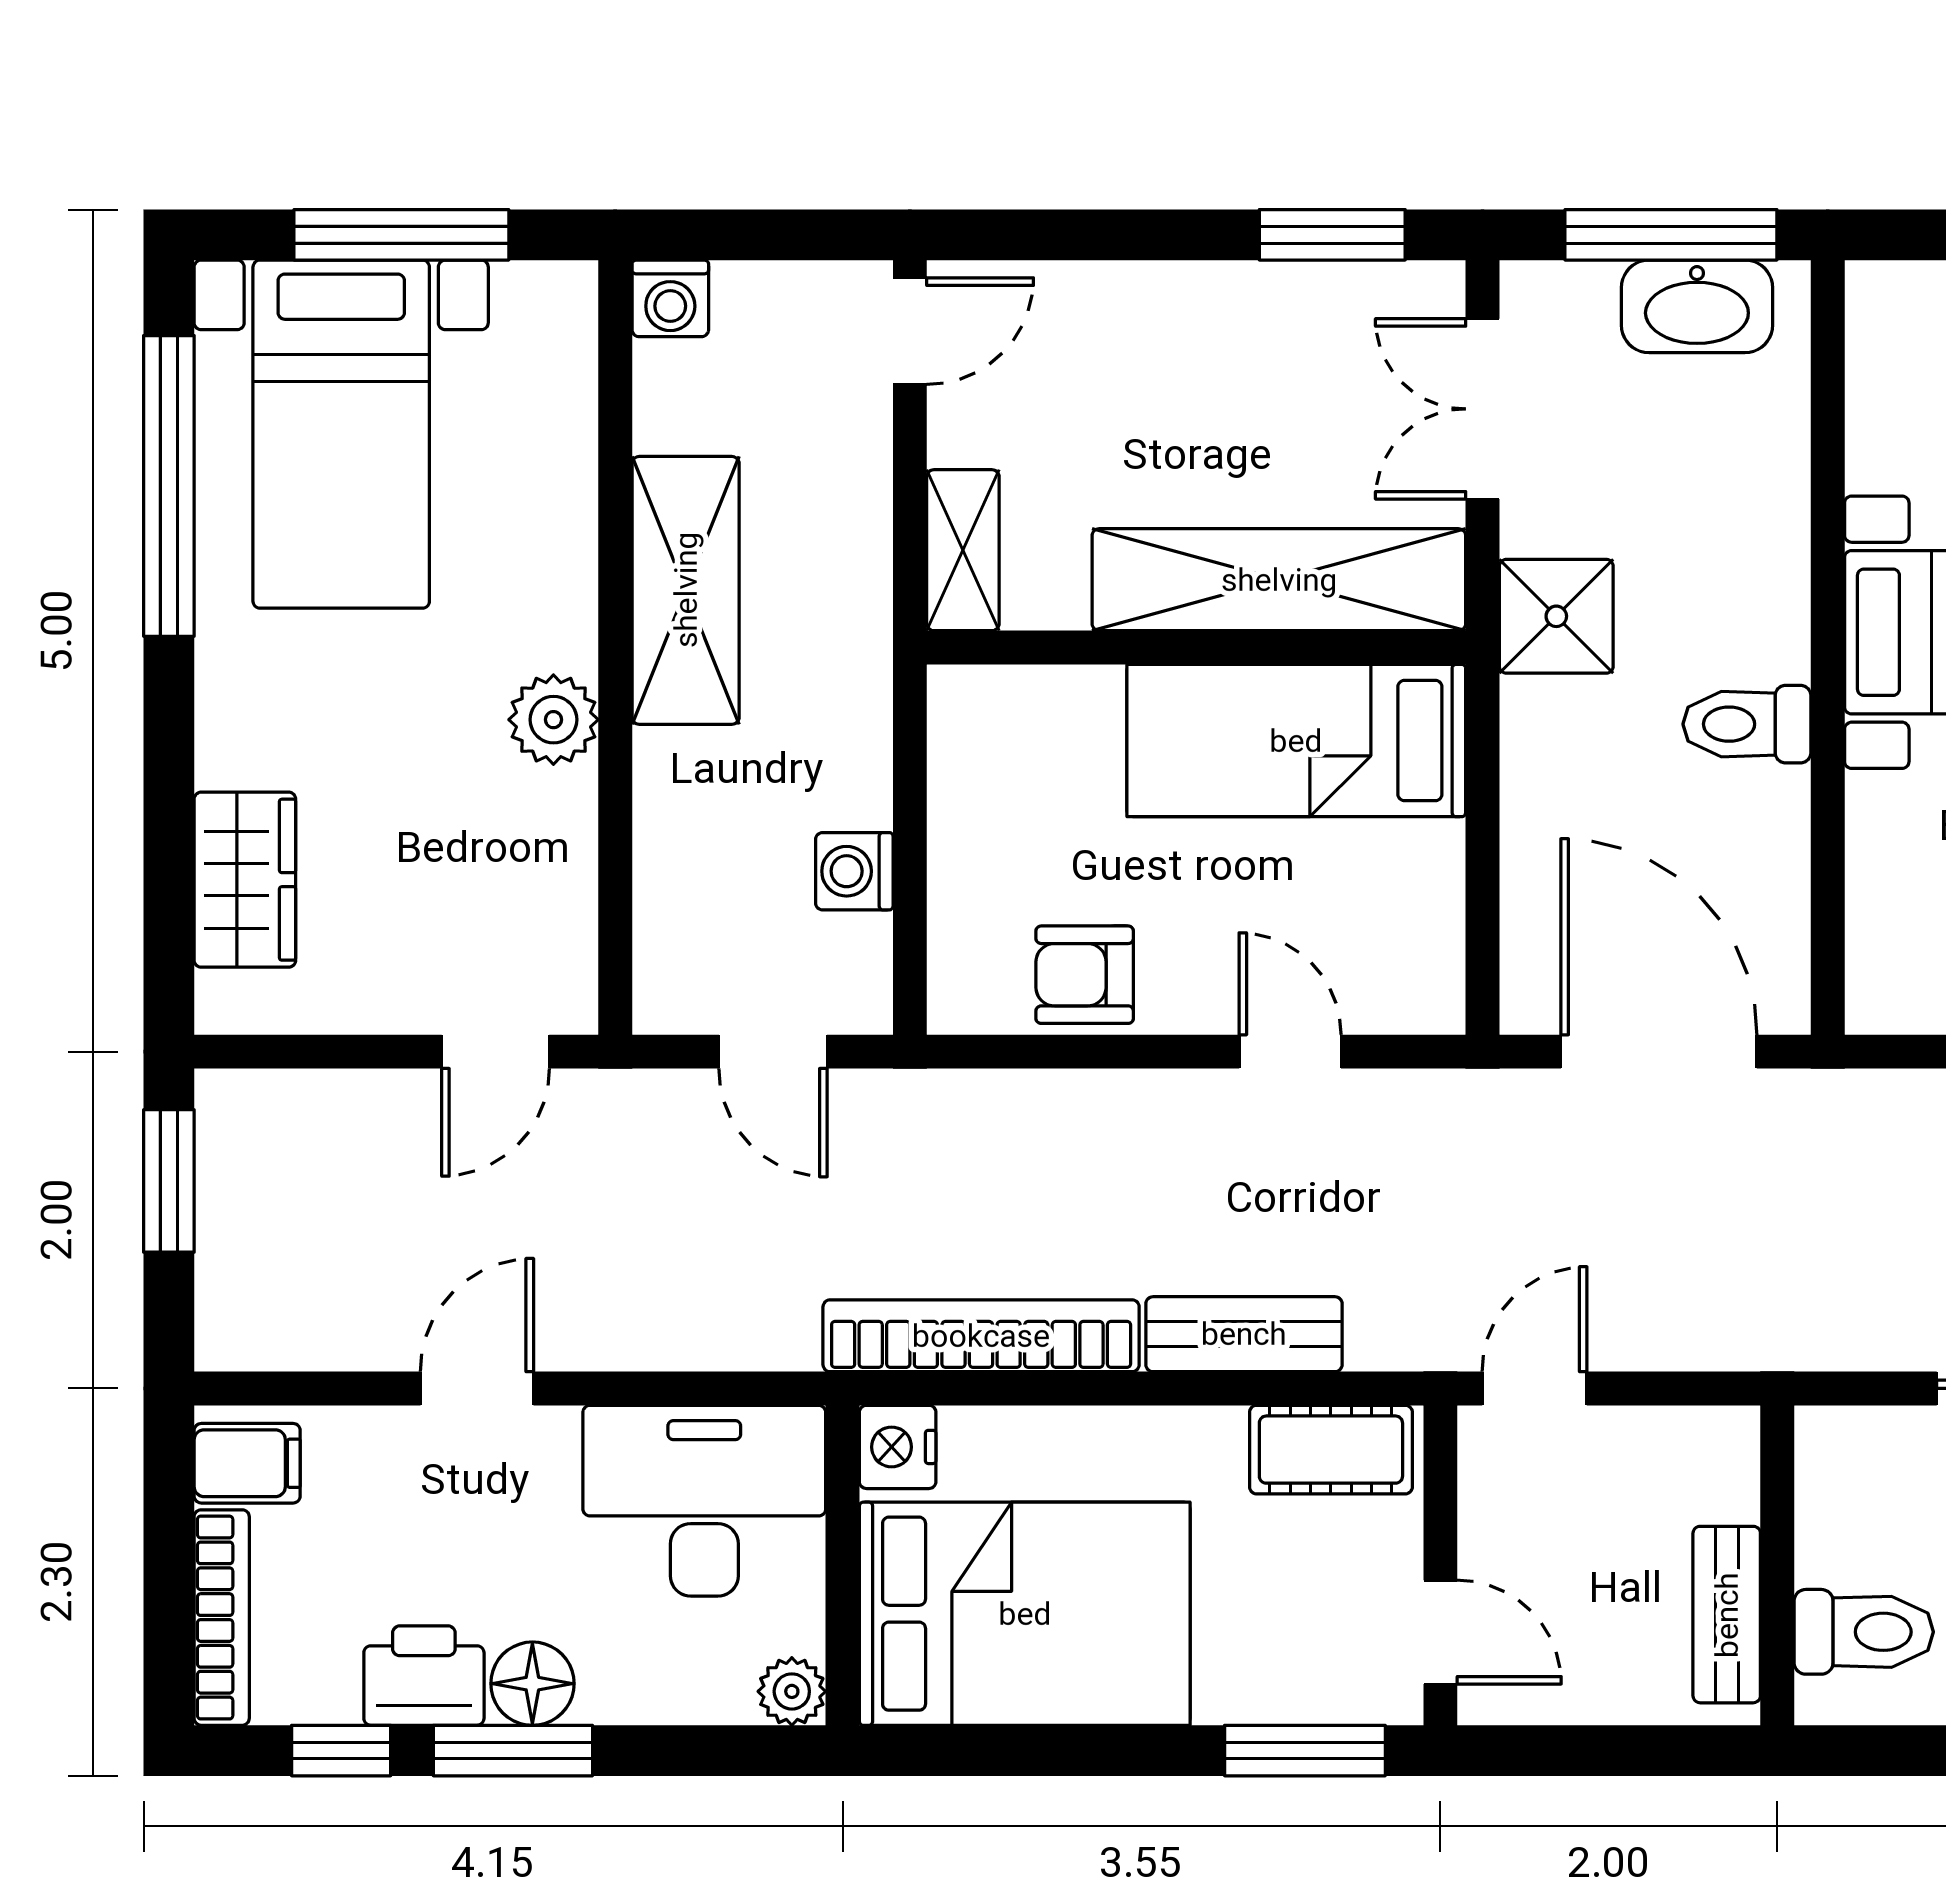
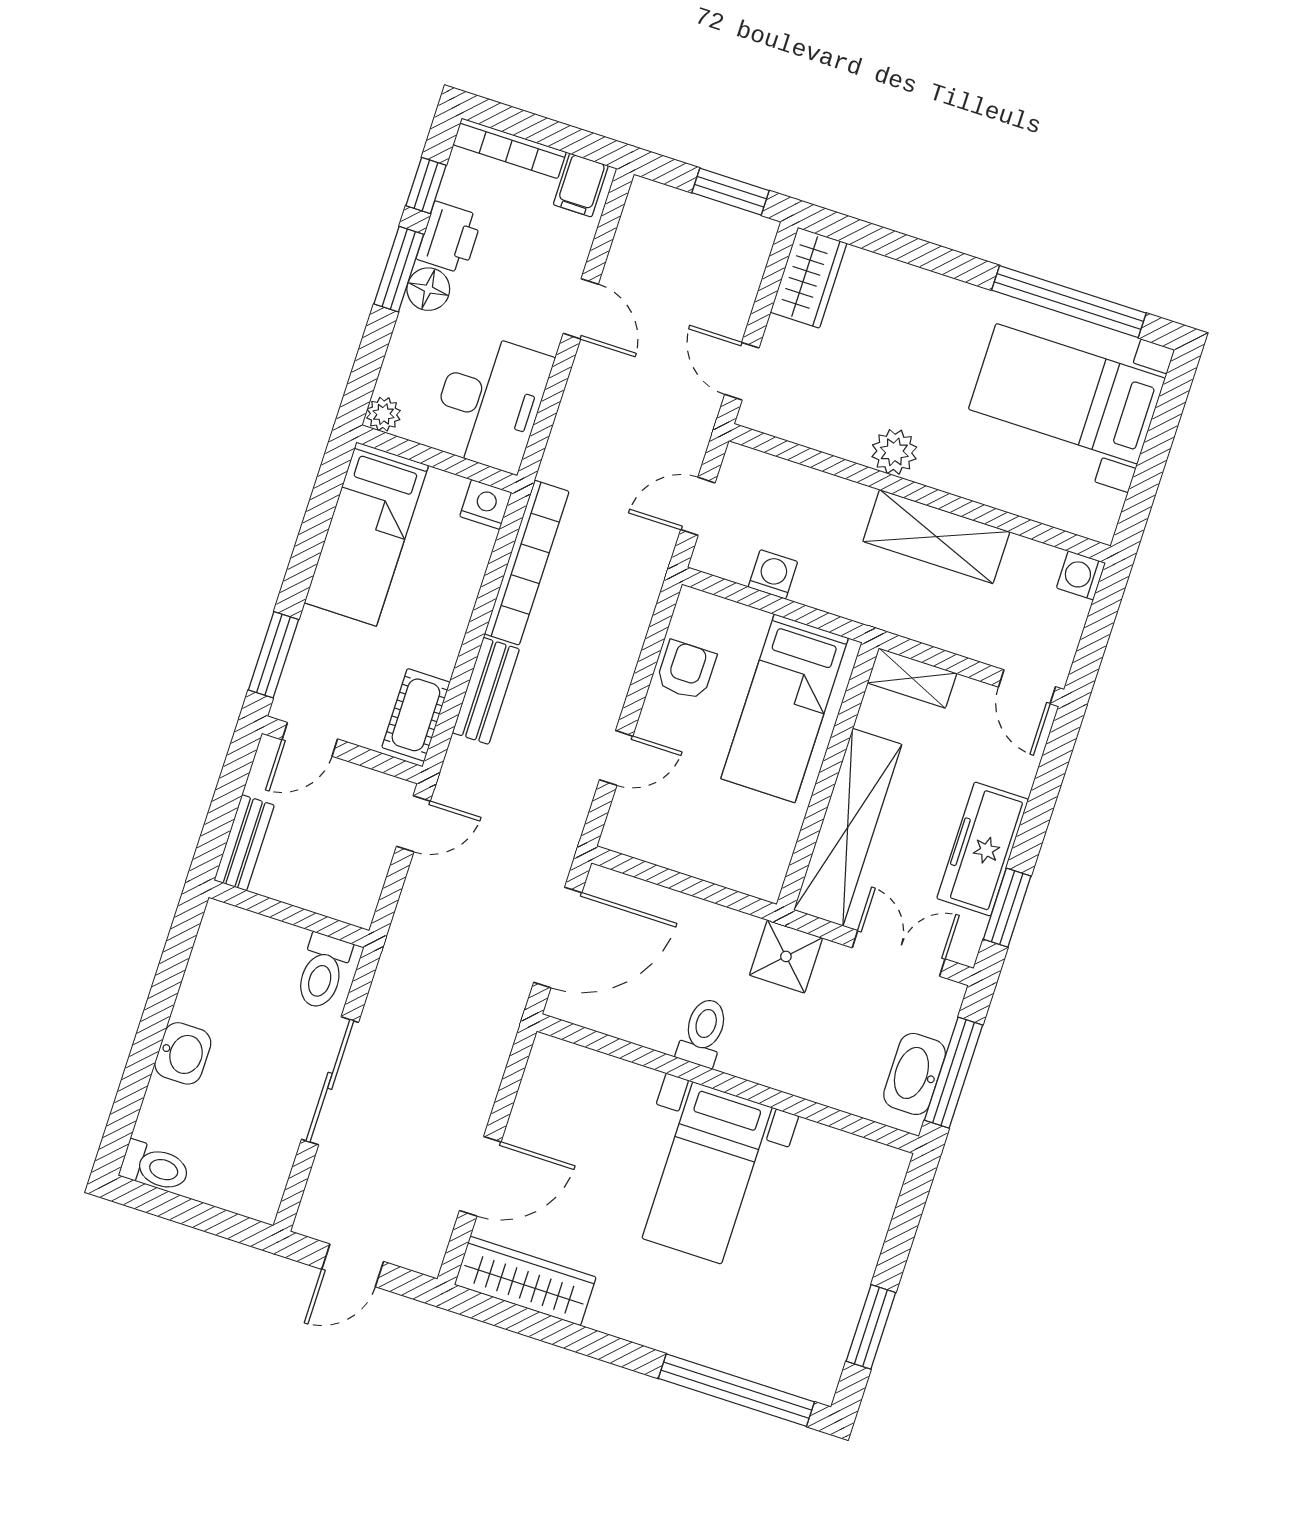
window: (401, 235) -> (1154, 455), removed
freezer: (1238, 316) -> (983, 849), added
bed: (1296, 741) -> (785, 708), moved, turned 180
wardrobe: (245, 880) -> (809, 278), moved, turned -90
door: (1535, 1388) -> (413, 824), hinge flipped
bed: (1025, 1614) -> (366, 534), width x0.67
bench: (1727, 1615) -> (244, 843), moved, turned 90
toilet: (1864, 1632) -> (323, 971), moved

